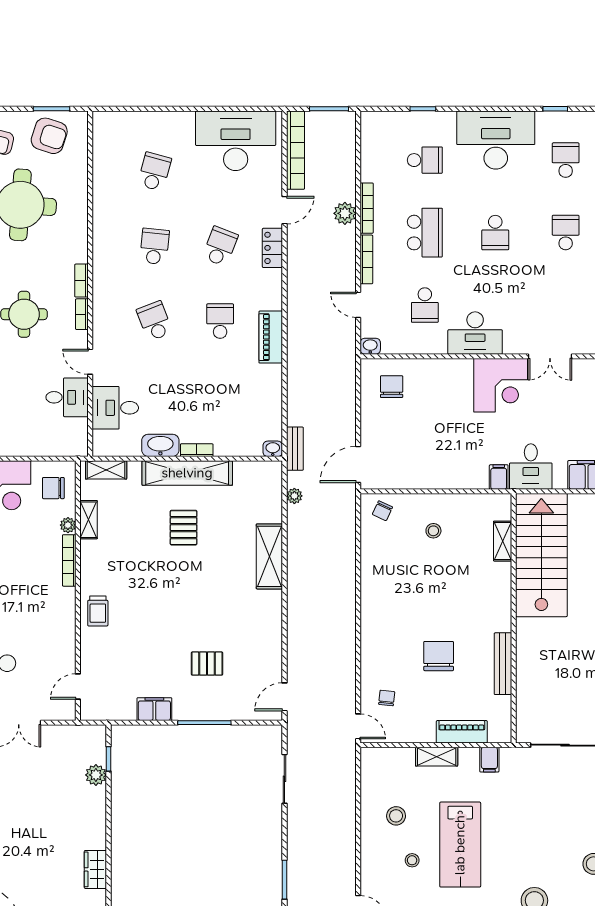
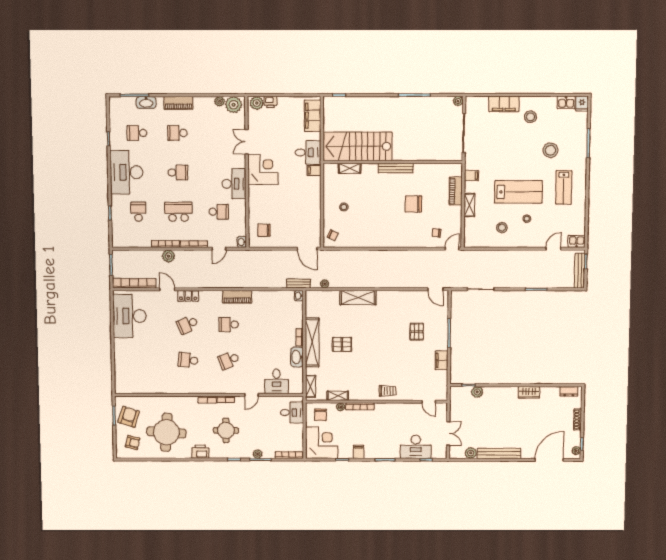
school desk: (154, 172) -> (147, 360), removed
school desk: (220, 246) -> (188, 324), turned -45
double door: (550, 356) -> (247, 142), swing flipped
desk: (67, 397) -> (292, 413), moved, turned 90
bench: (503, 664) -> (396, 168), moved

